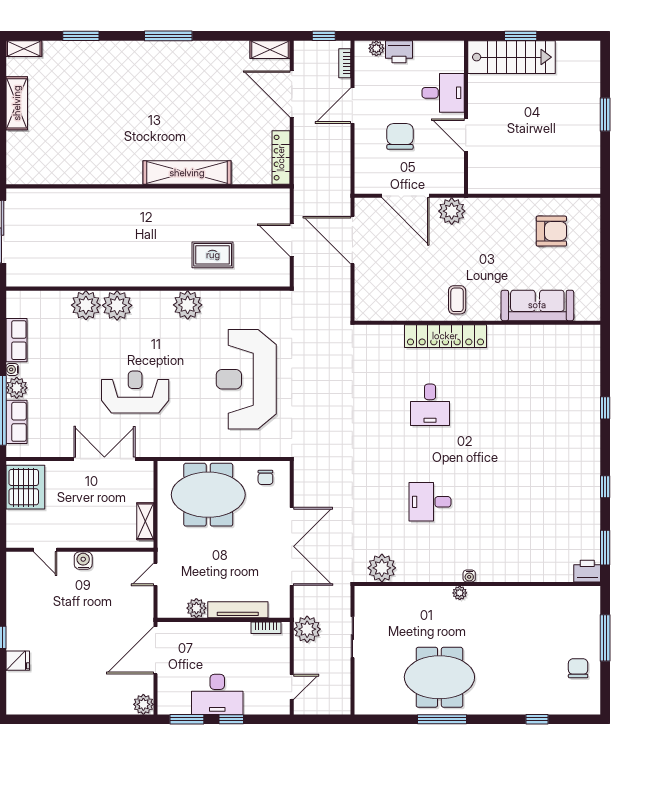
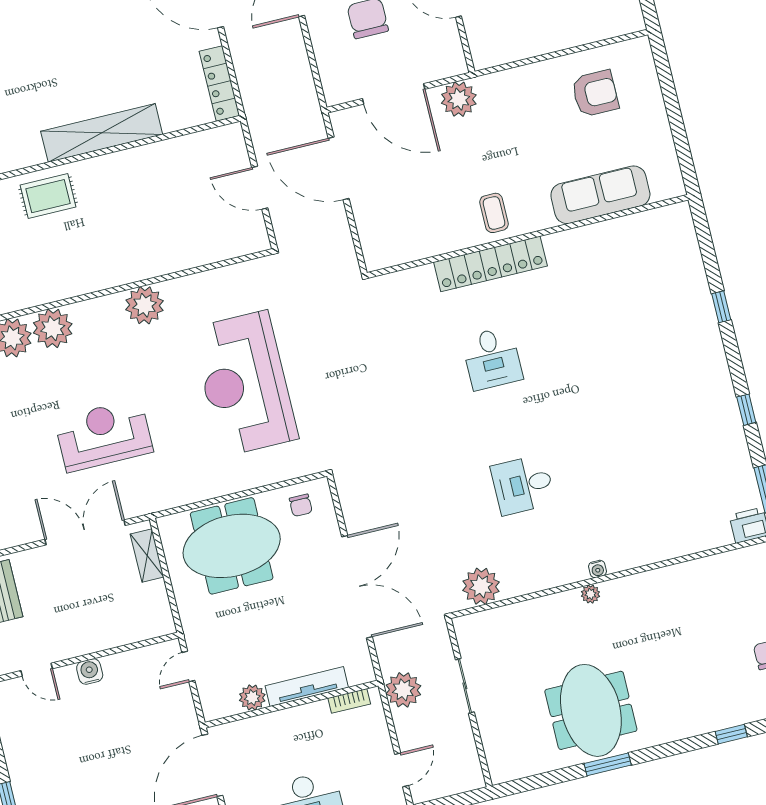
rug: (213, 255) -> (48, 196), moved
shelving: (145, 521) -> (147, 555), moved
meeting table: (439, 677) -> (591, 710), turned 90
window: (442, 719) -> (608, 764), width x0.69

